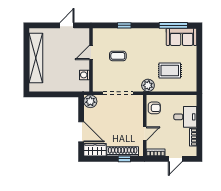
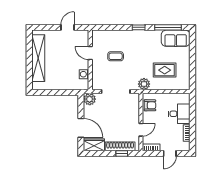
window: (124, 25) -> (139, 27), moved
door: (91, 52) -> (90, 53), hinge flipped

